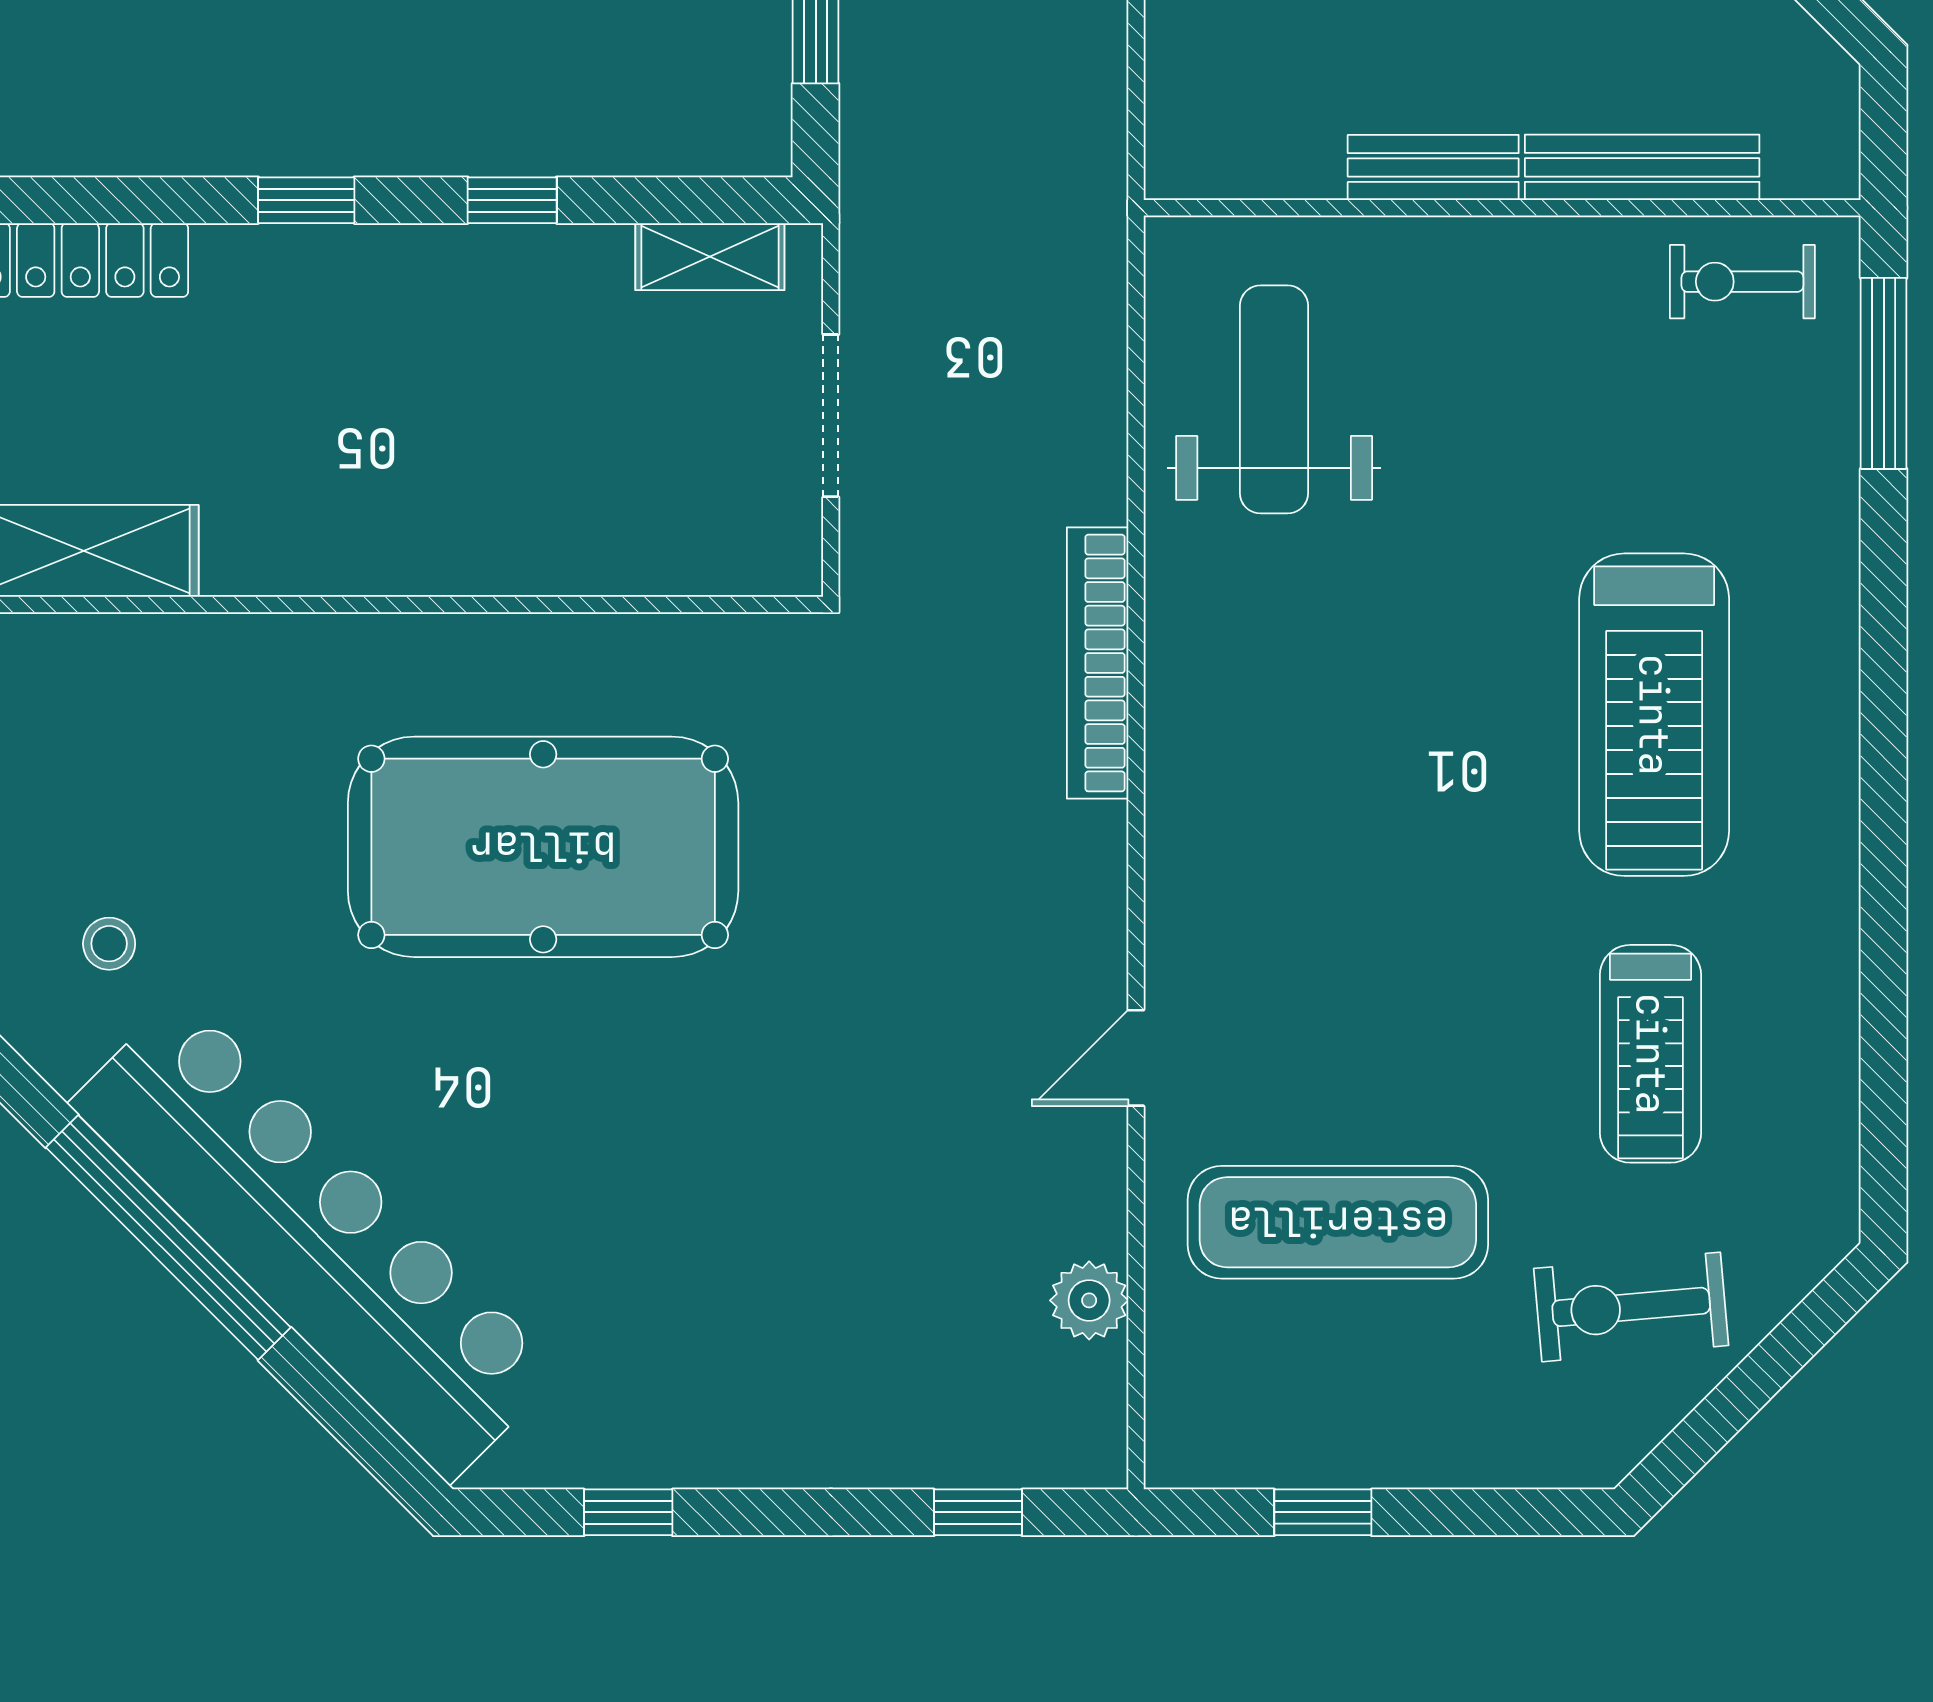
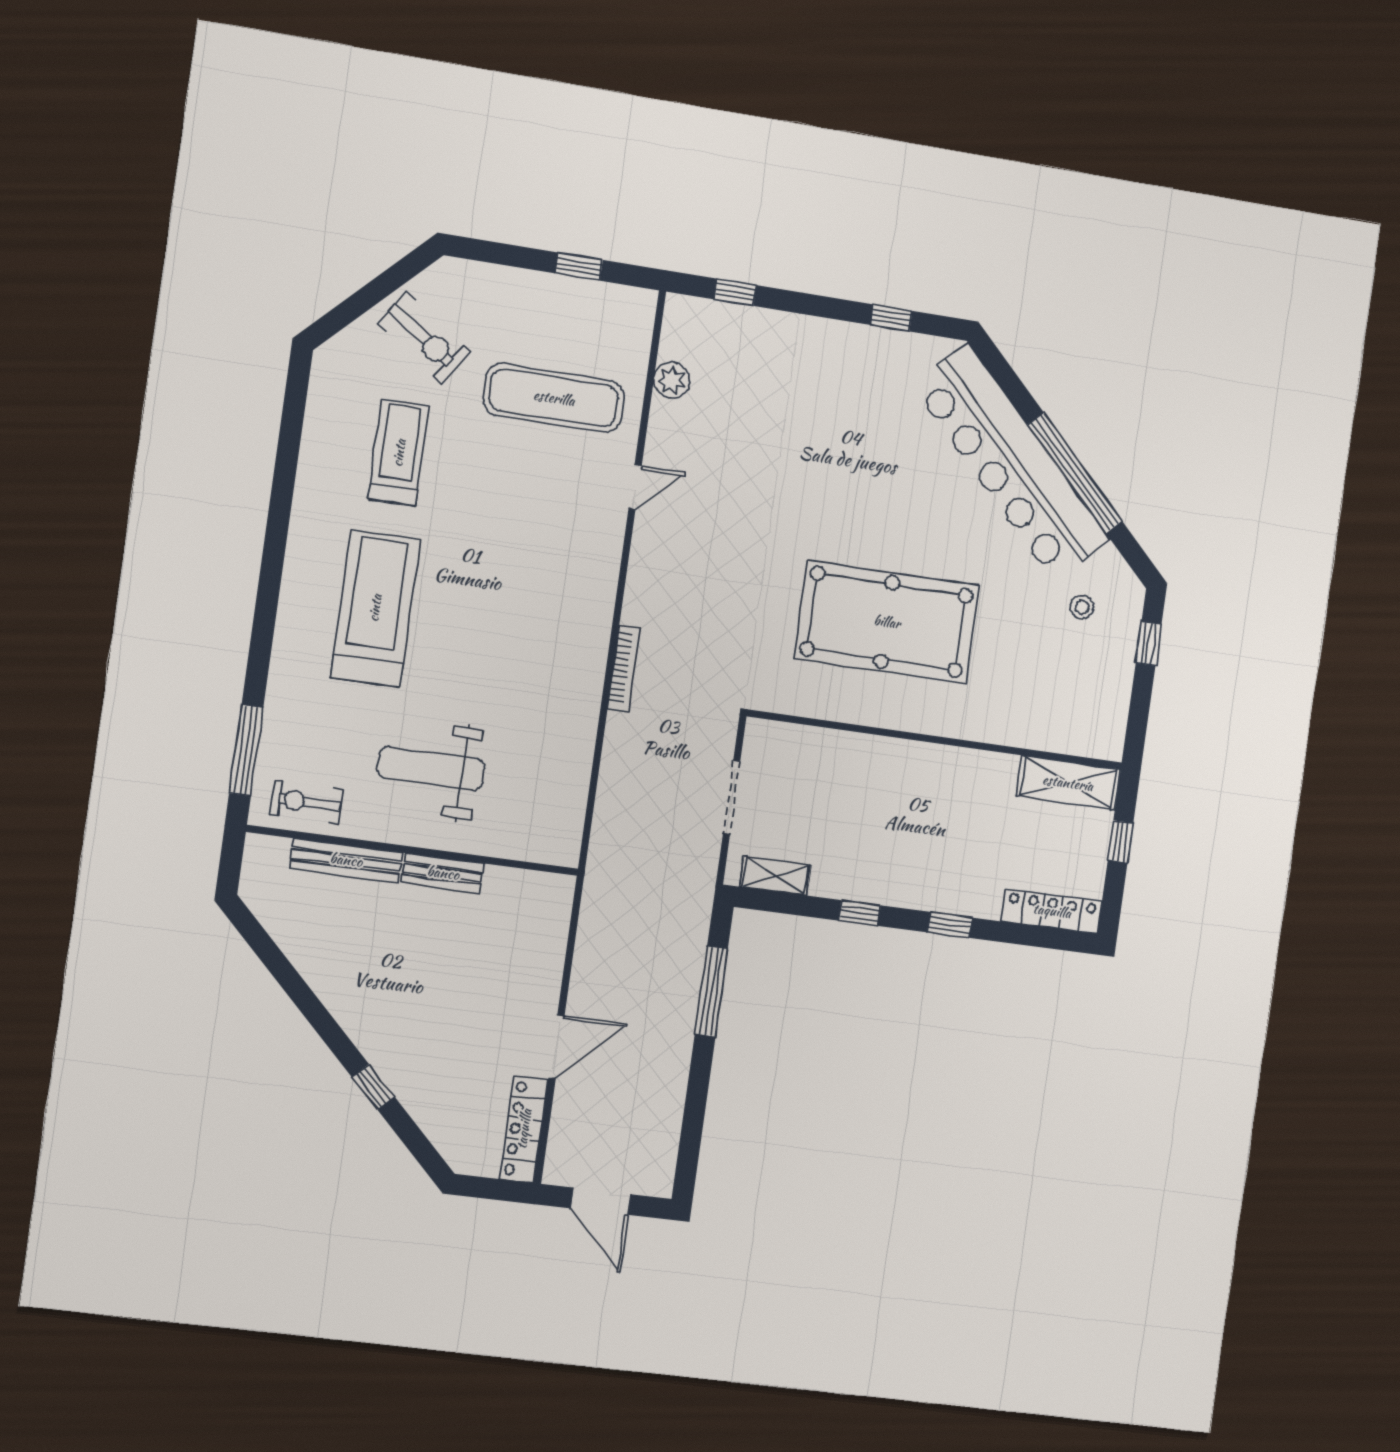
exercise bike: (1742, 282) -> (306, 802), turned 180
weight bench: (1274, 399) -> (431, 768), moved, turned 90
bookcase: (1098, 663) -> (624, 668), width x0.68, depth x0.76
exercise bike: (1631, 1307) -> (424, 338), turned 40

